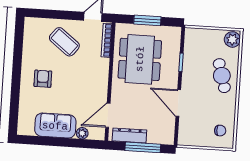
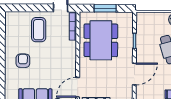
coffee table: (64, 42) -> (39, 30), turned 52
door: (178, 103) -> (134, 74), swing flipped

